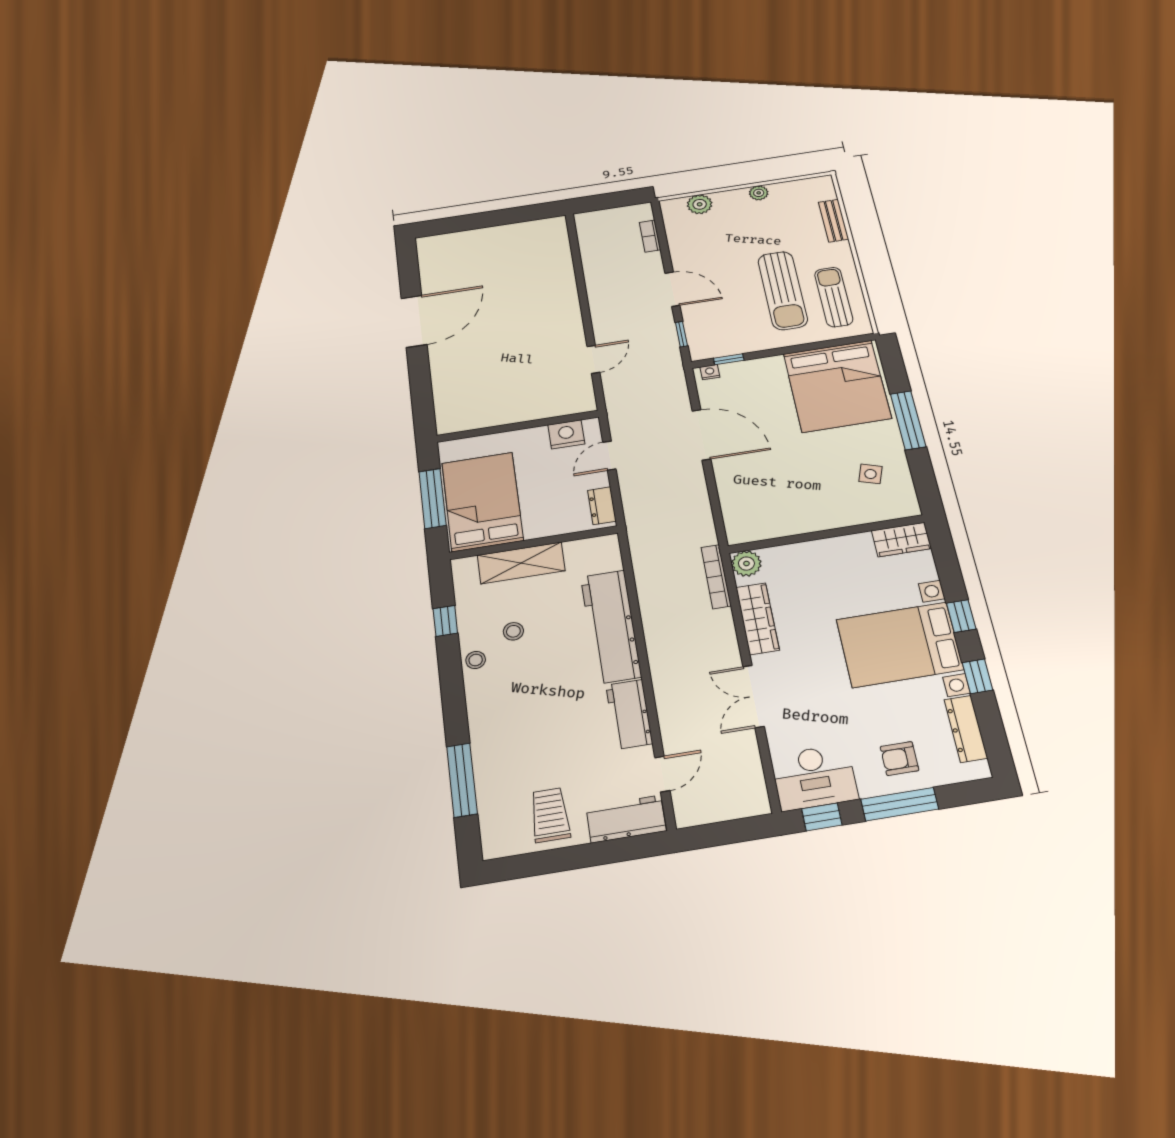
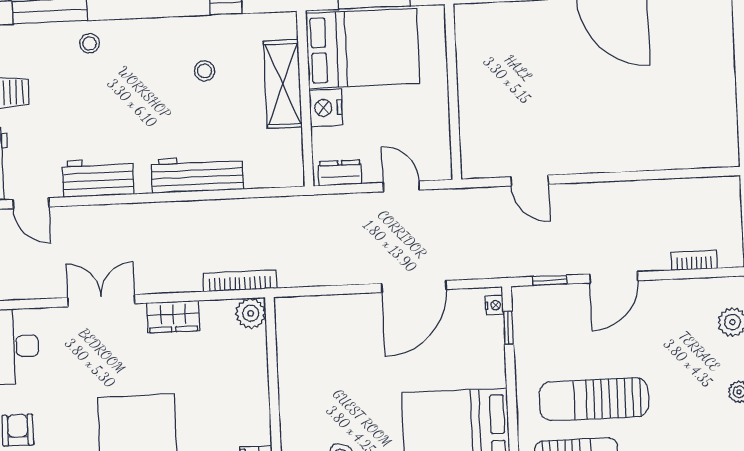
nightstand: (566, 434) -> (326, 108), moved, turned 180
wardrobe: (758, 619) -> (173, 317), width x0.67
workbench: (611, 626) -> (197, 174), width x0.73, depth x0.76
stool: (476, 660) -> (89, 43), moved

